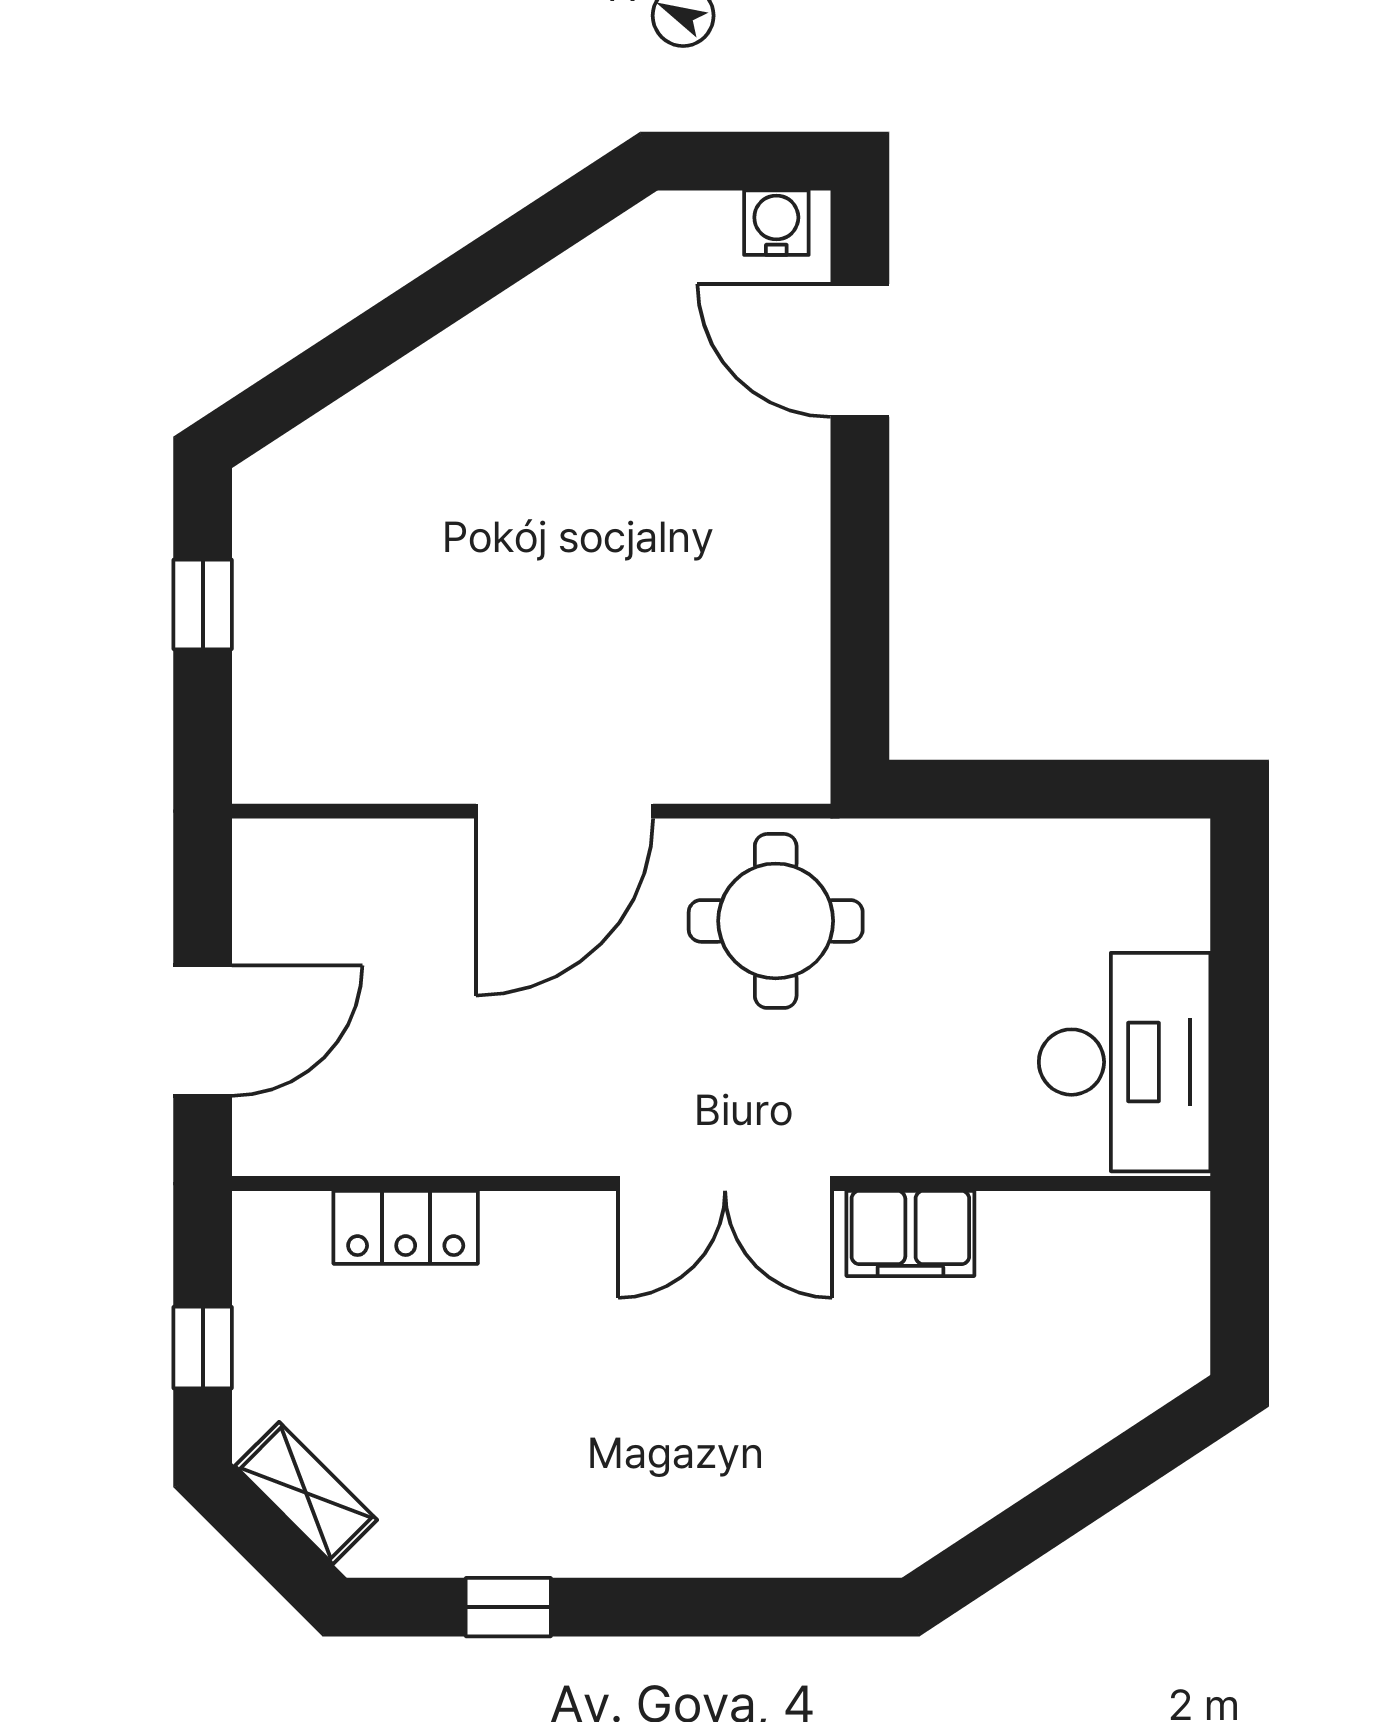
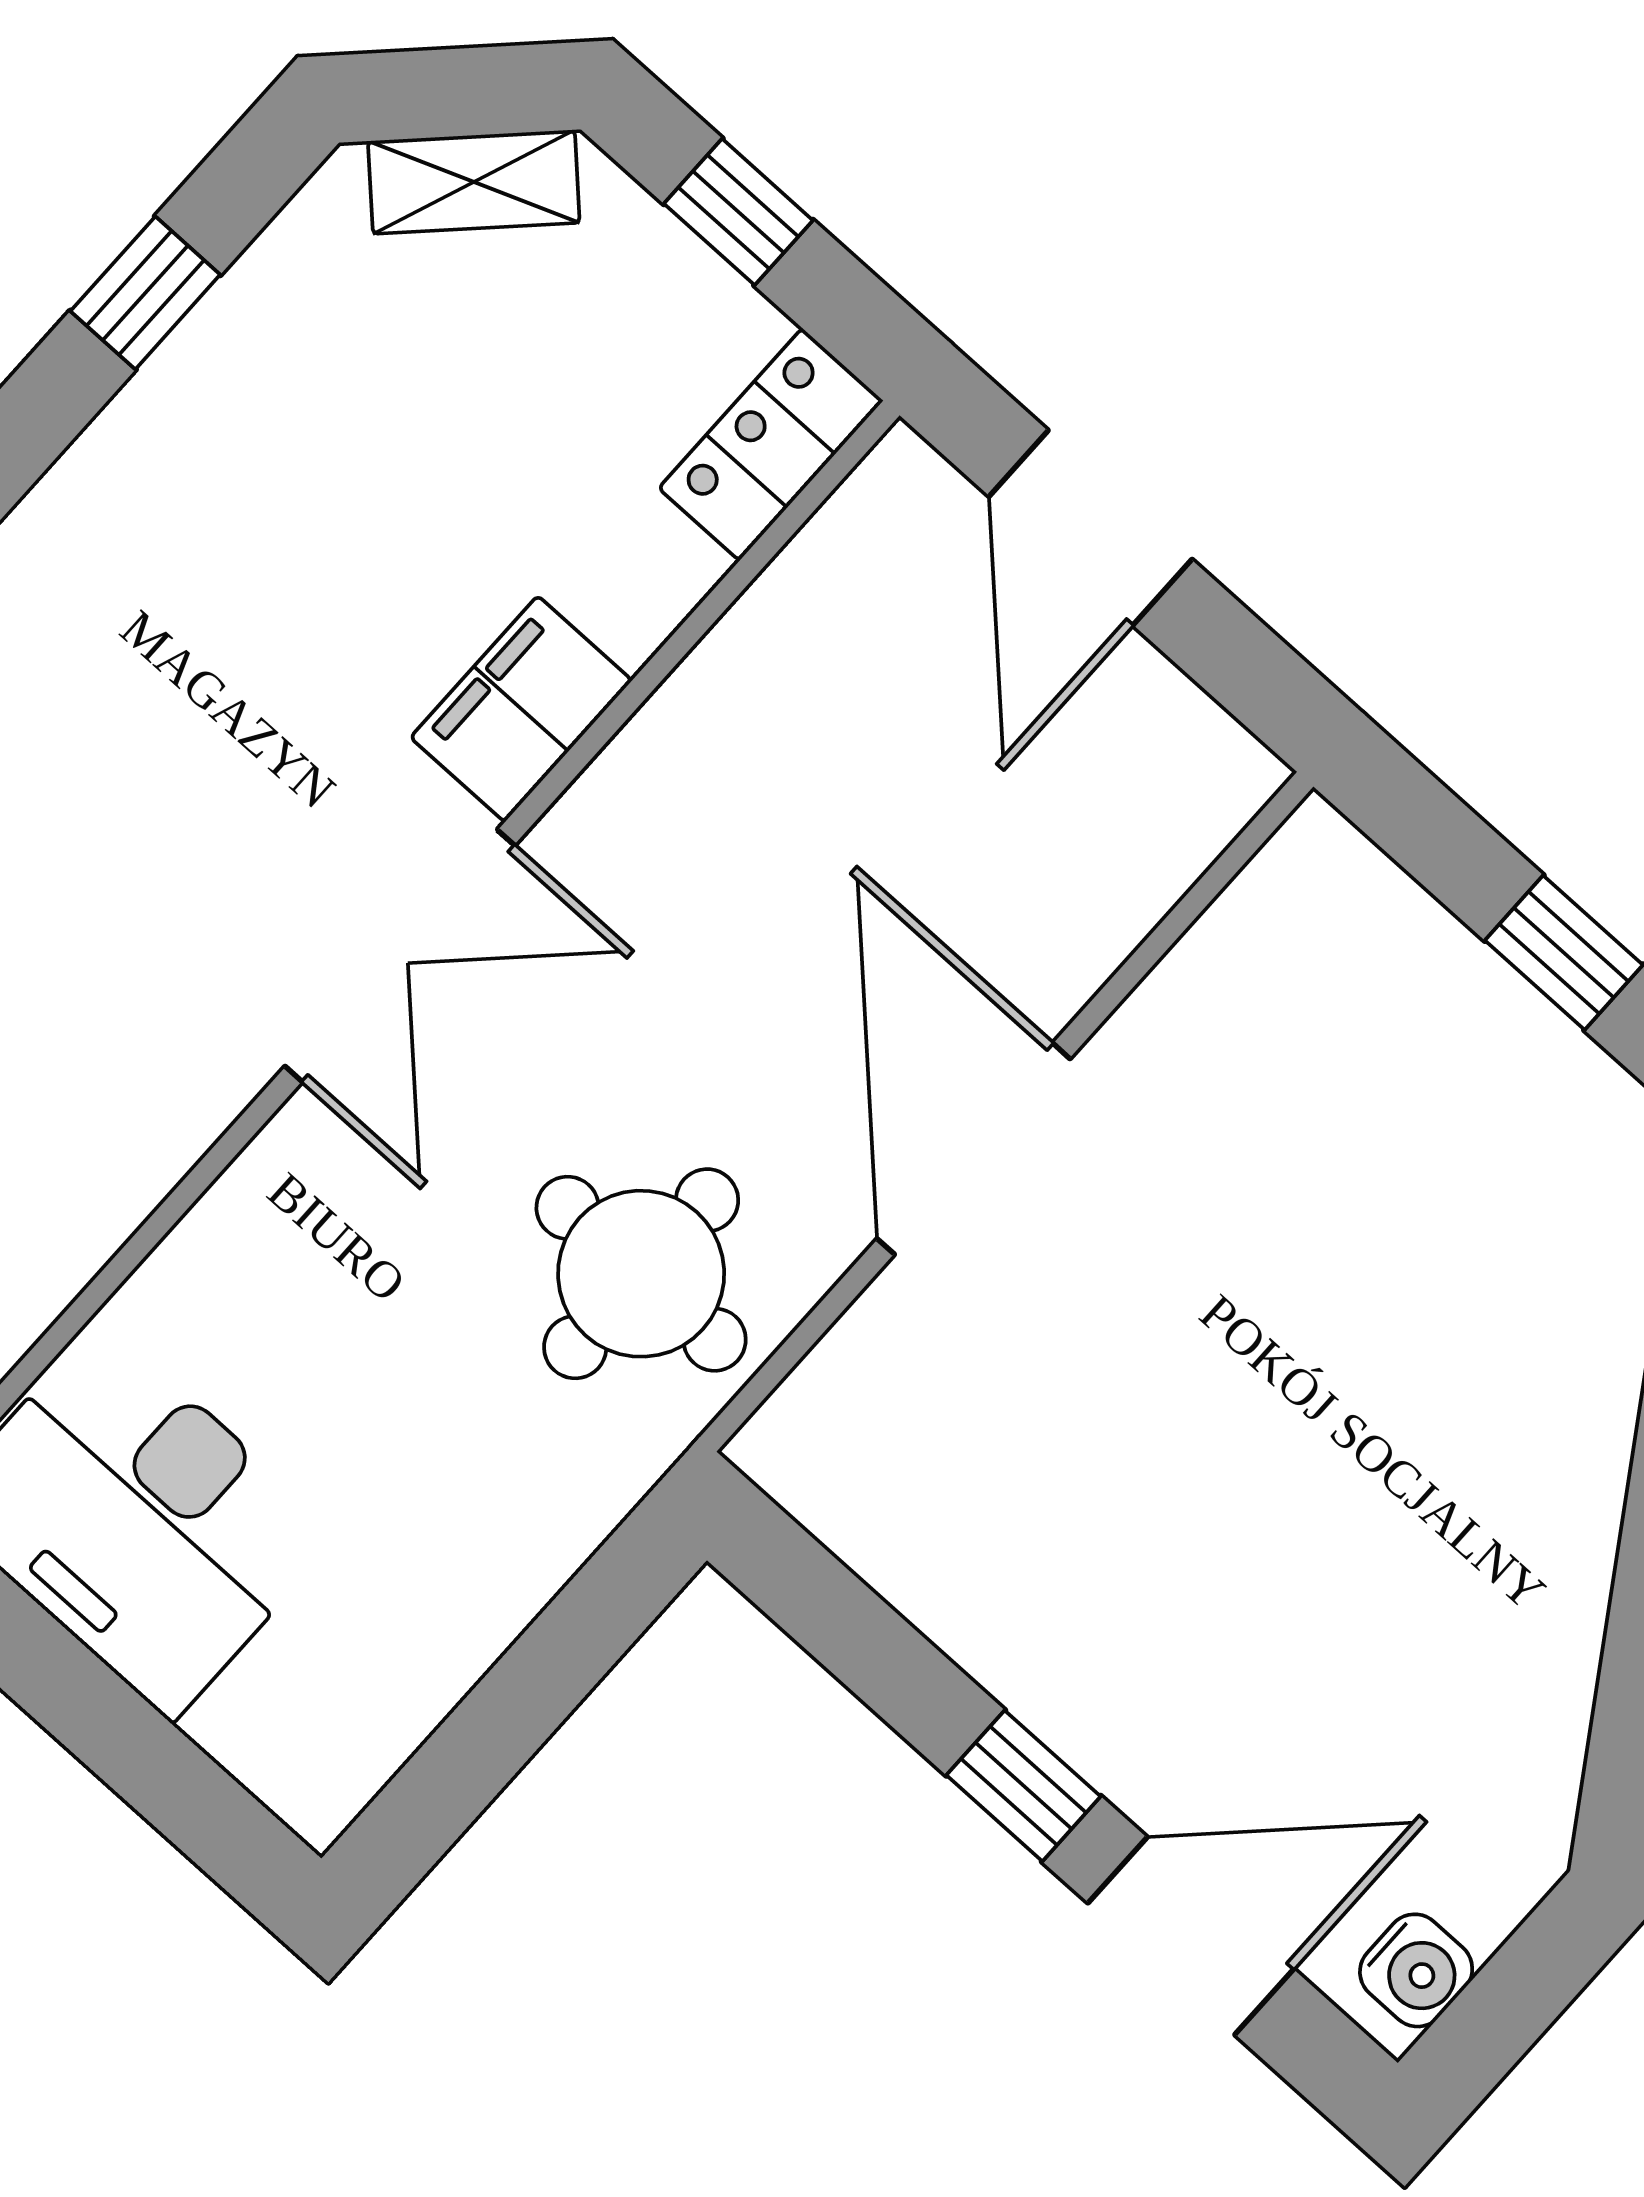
window: (860, 501) -> (1024, 1786), added
double door: (725, 1184) -> (400, 956), swing flipped
locker: (406, 1227) -> (771, 444), moved
filing cabinet: (910, 1233) -> (521, 709), moved

